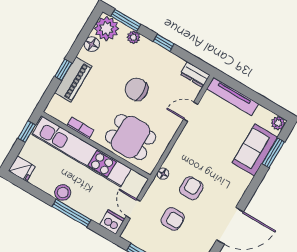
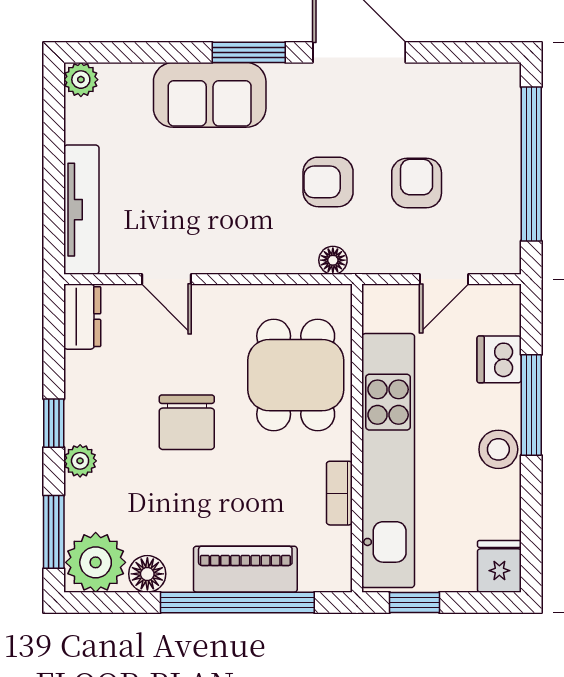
plant: (134, 37) -> (80, 461), moved
window: (63, 70) -> (237, 602), width x3.17
sofa: (255, 150) -> (210, 95), moved
window: (273, 153) -> (249, 52), moved
dishwasher: (112, 222) -> (499, 359), moved

